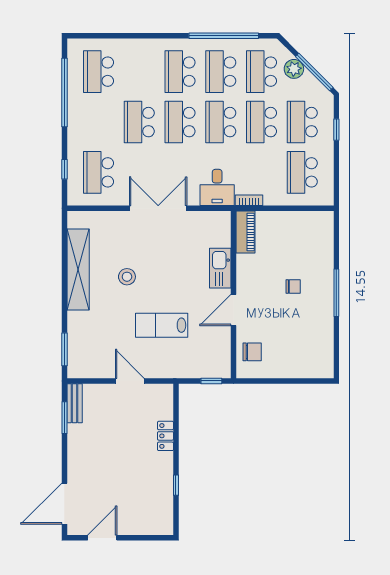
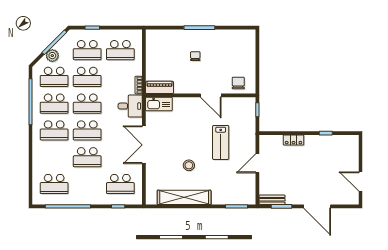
kitchen sink: (220, 268) -> (159, 104), moved
door: (64, 504) -> (317, 206), moved

